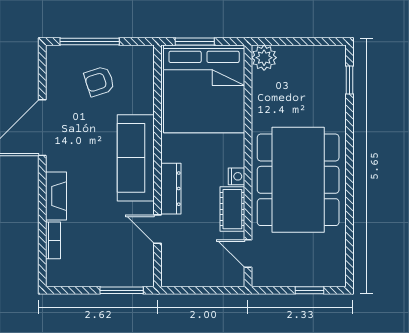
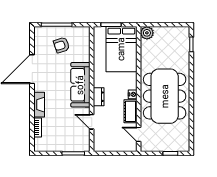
bed: (204, 89) -> (121, 49), width x0.73
dresser: (171, 189) -> (99, 97), width x0.70

